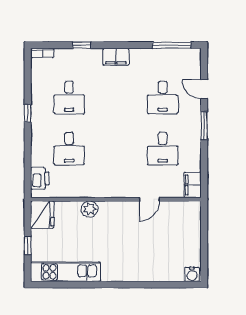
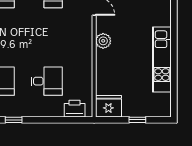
plant: (90, 209) -> (103, 41), moved
kitchen unit: (66, 272) -> (162, 59), moved

